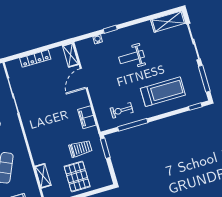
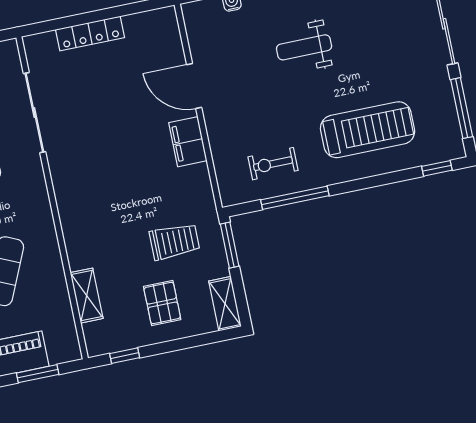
shelving: (70, 55) -> (225, 304), moved
door: (84, 78) -> (194, 86), hinge flipped
filing cabinet: (87, 117) -> (188, 142), moved
pallet: (77, 177) -> (162, 303), width x0.67, depth x0.71

